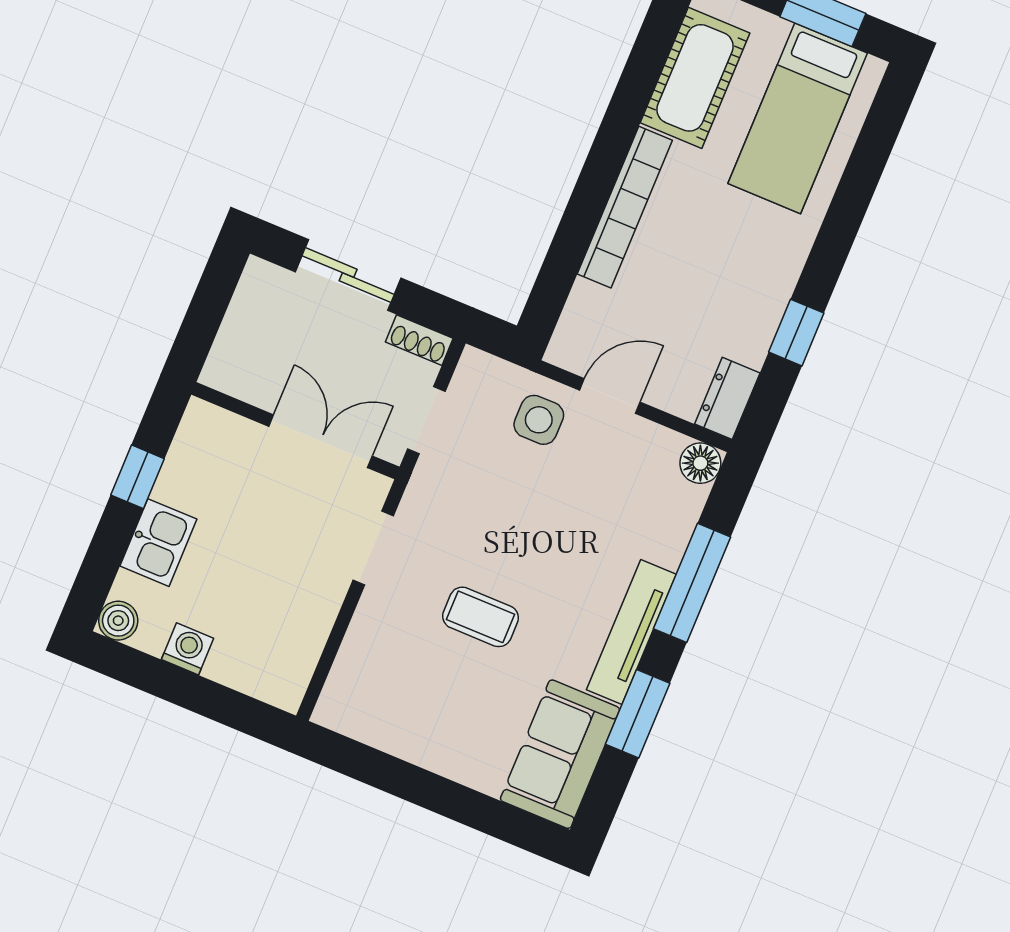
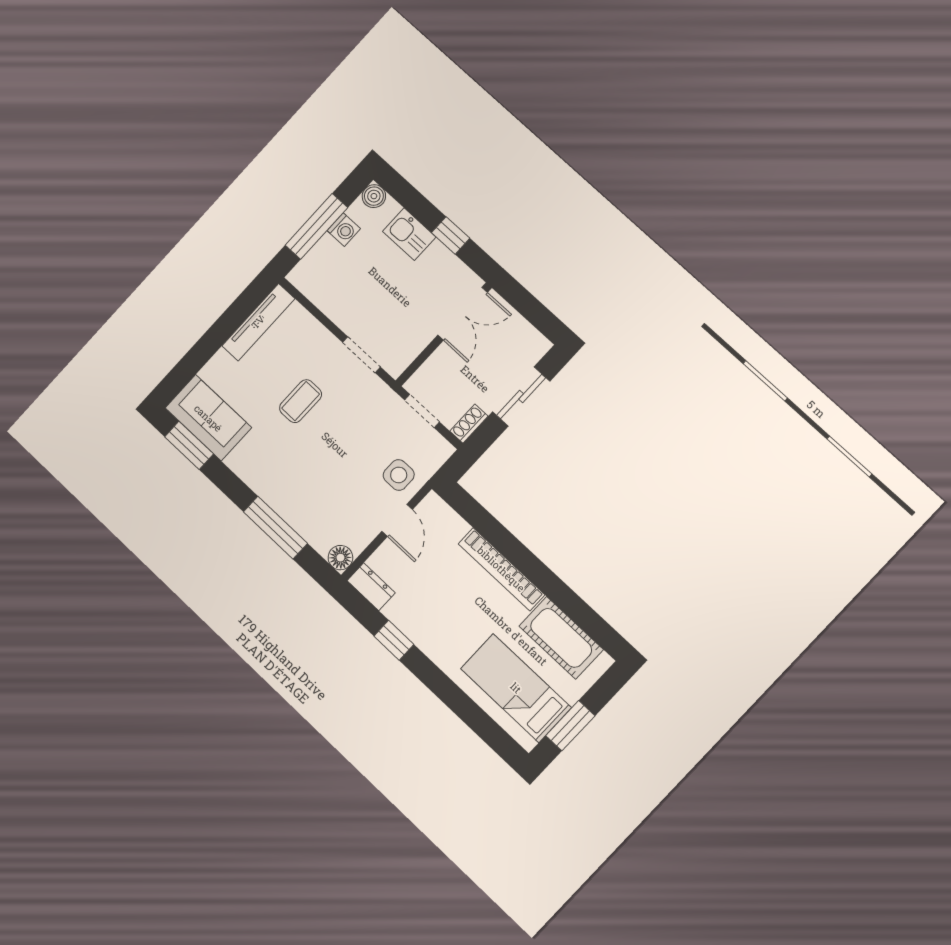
double door: (321, 441) -> (463, 314), moved
tv unit: (631, 632) -> (258, 322), moved, turned 90
window: (198, 694) -> (316, 226), added
window: (638, 714) -> (189, 445), moved

